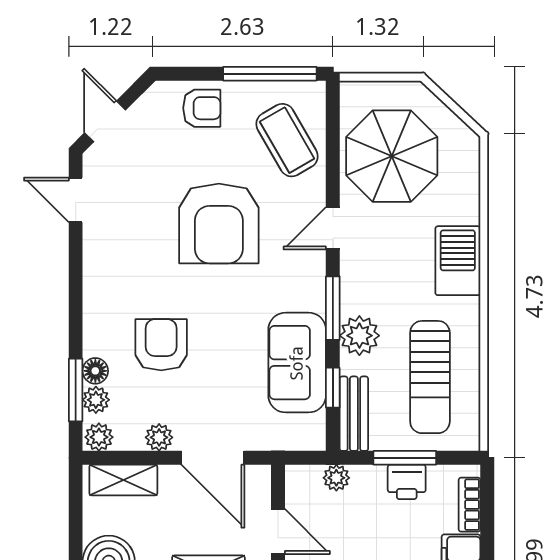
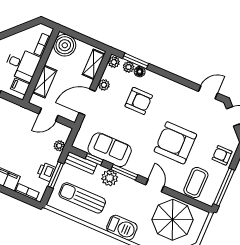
armchair: (202, 108) -> (222, 155), turned 90
coffee table: (287, 140) -> (196, 183), turned -60

